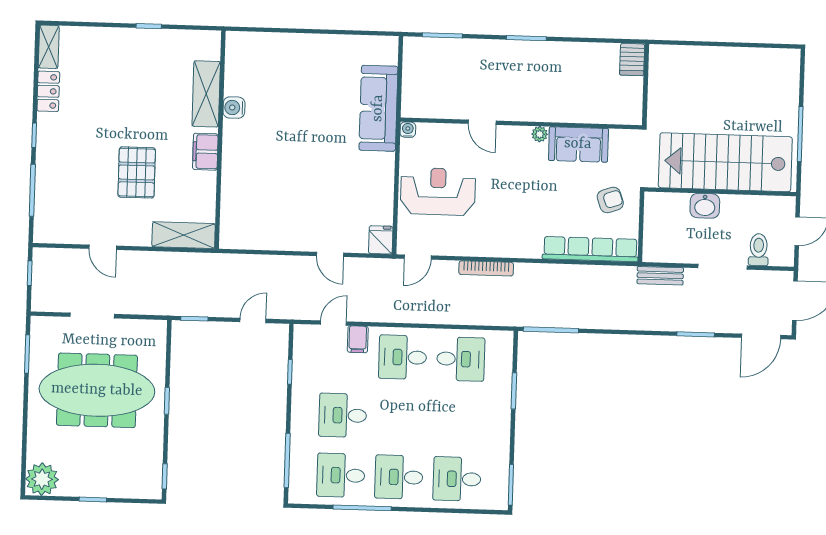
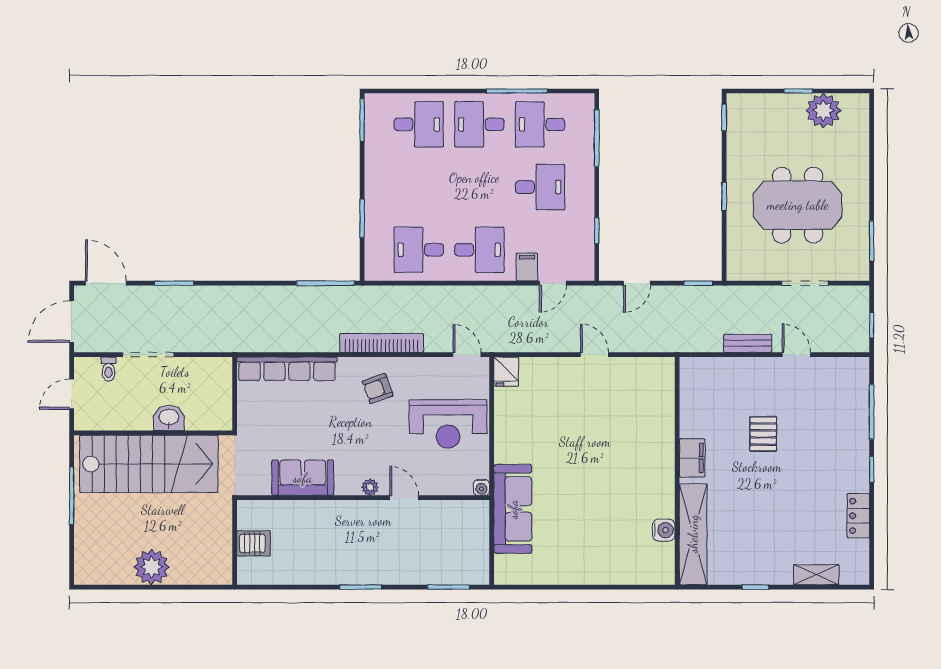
shelving: (49, 47) -> (816, 575), moved, turned 90
server rack: (632, 59) -> (254, 543), moved, turned 90
plant: (726, 64) -> (152, 567), added
shelving: (206, 94) -> (693, 534), width x1.47
water cooler: (234, 108) -> (664, 530), moved
plant: (540, 134) -> (370, 487), moved
pallet: (137, 172) -> (763, 434), width x0.67, depth x0.71
armchair: (610, 200) -> (378, 388), moved
shelving: (184, 235) -> (712, 370), removed
toilet: (759, 250) -> (109, 369), width x0.73, depth x0.72
door: (330, 254) -> (595, 355), moved
door: (418, 257) -> (467, 355), hinge flipped
bookcase: (486, 268) -> (382, 343), width x1.48, depth x1.31
bench: (660, 276) -> (748, 343), moved
door: (761, 336) -> (106, 283), hinge flipped
meeting table: (97, 390) -> (798, 205), width x0.73
desk: (341, 475) -> (540, 124), turned 180
desk: (399, 477) -> (479, 124), turned 180
plant: (42, 479) -> (823, 111), moved

